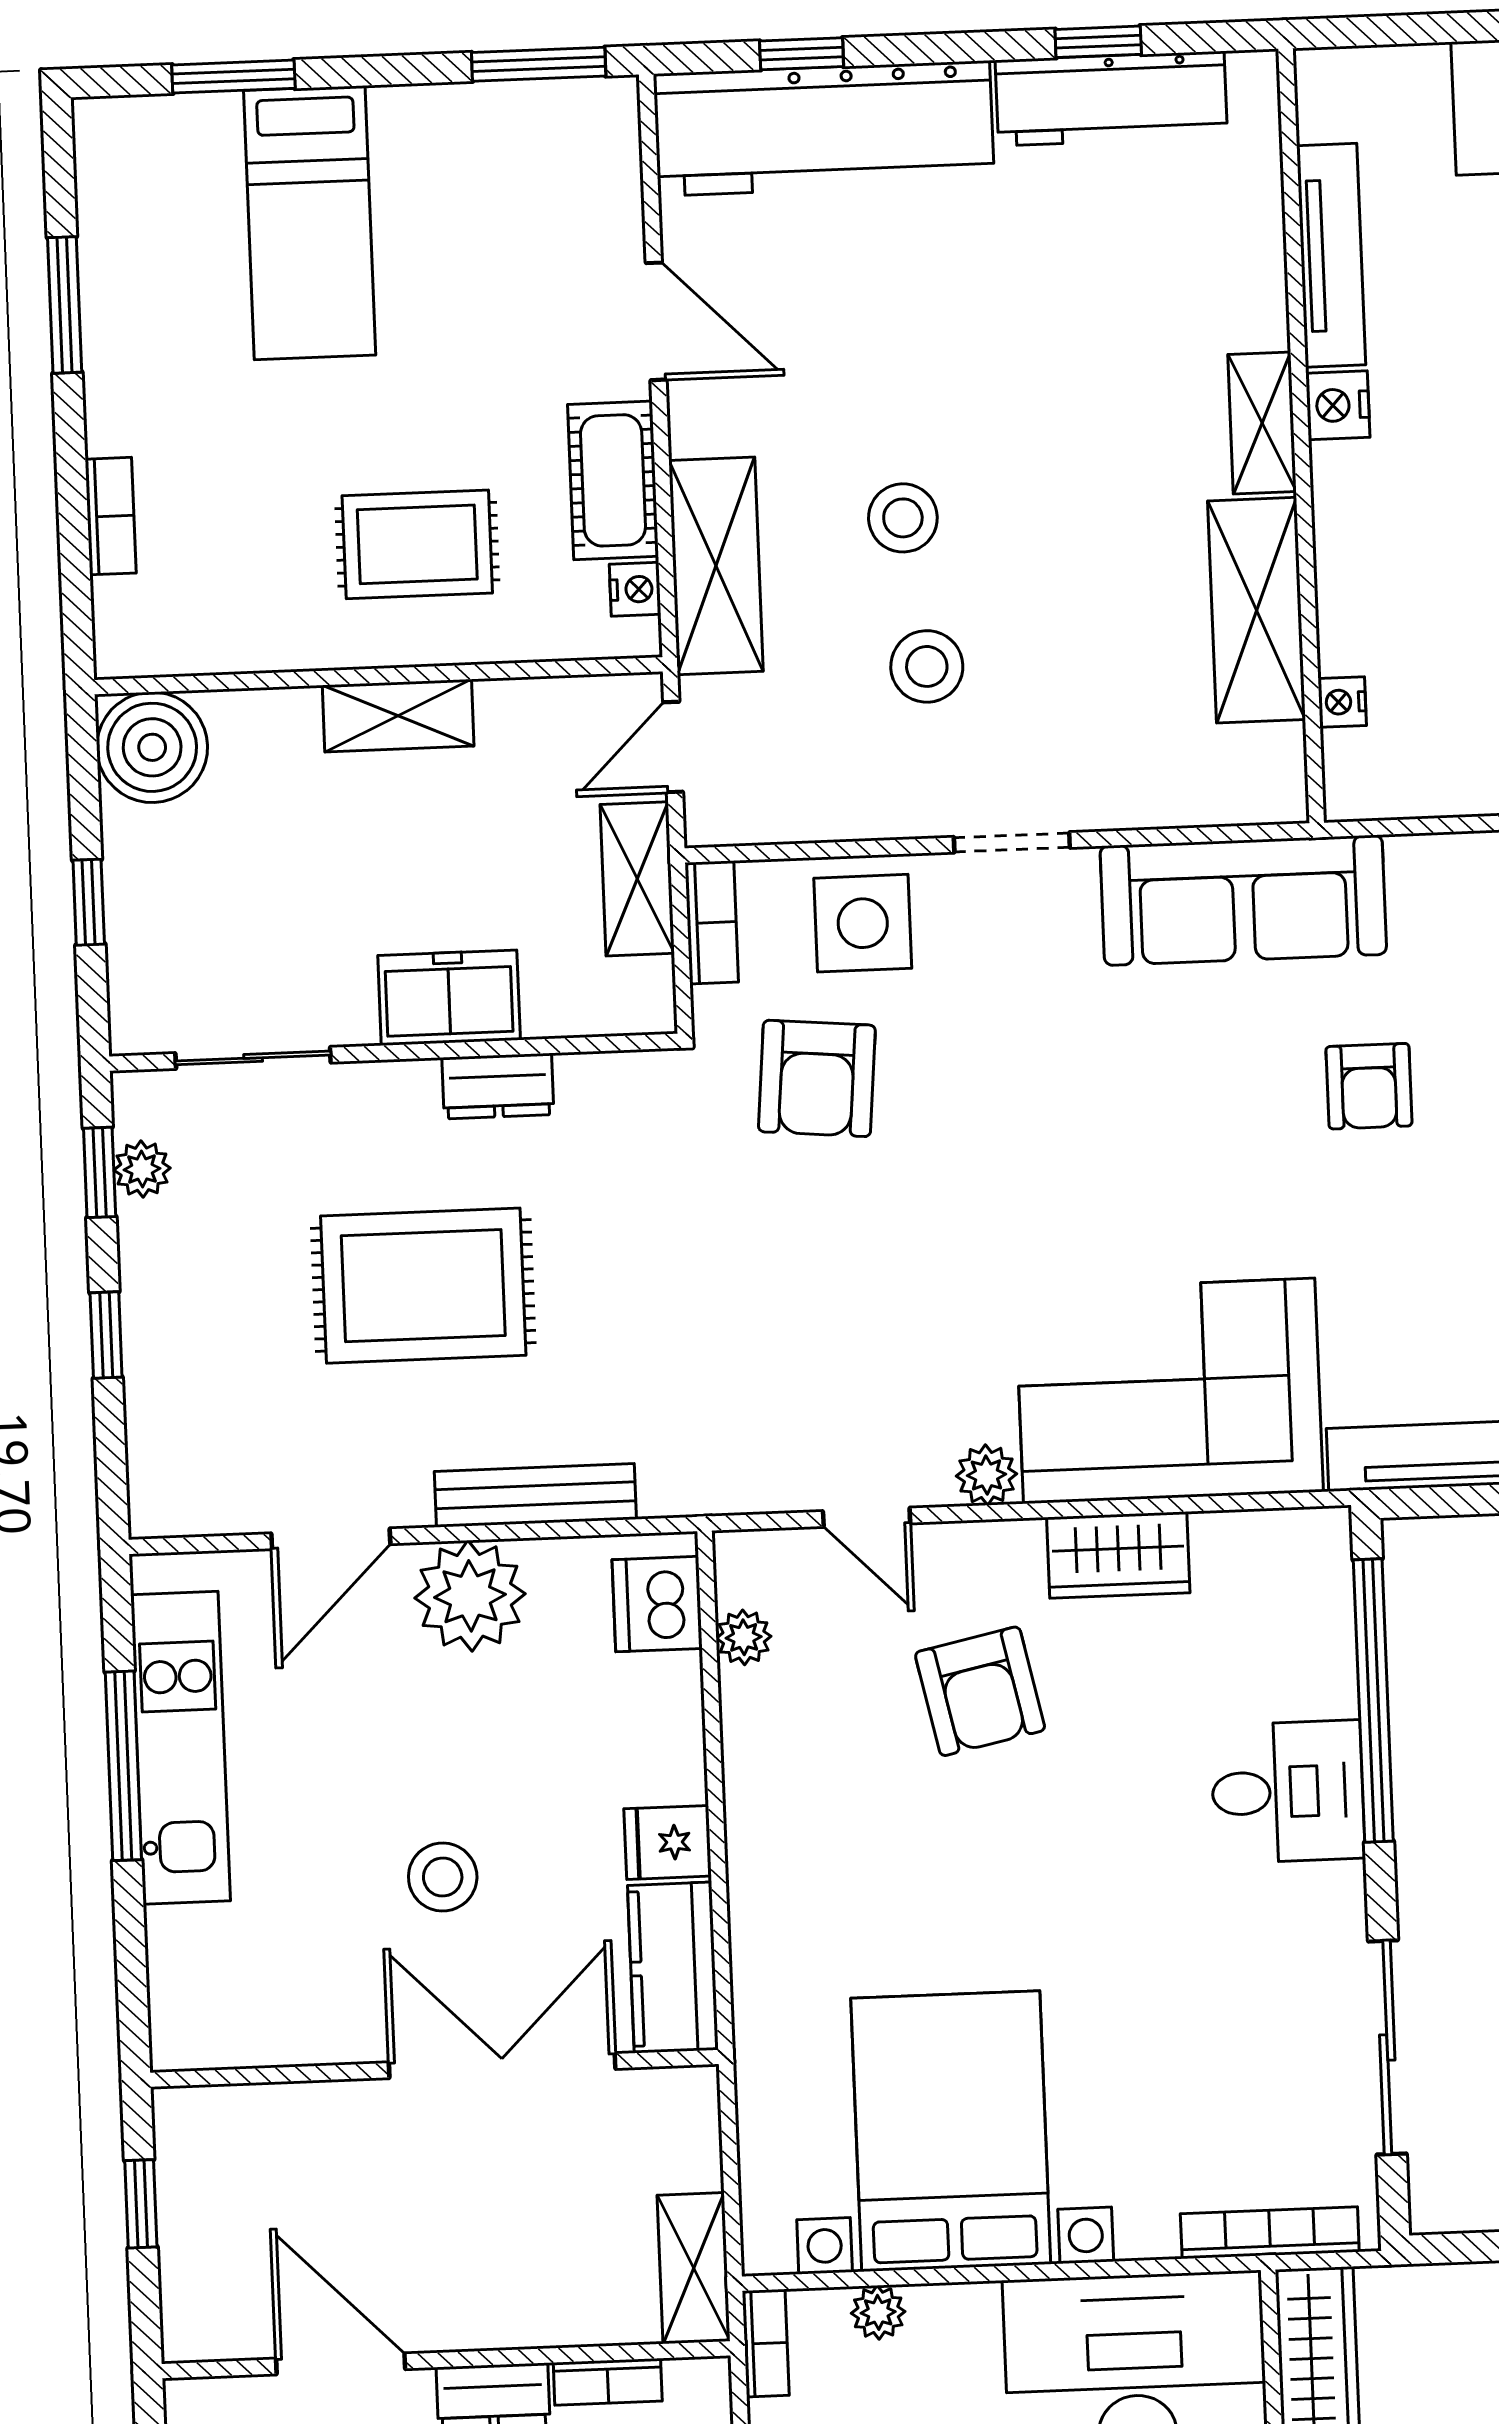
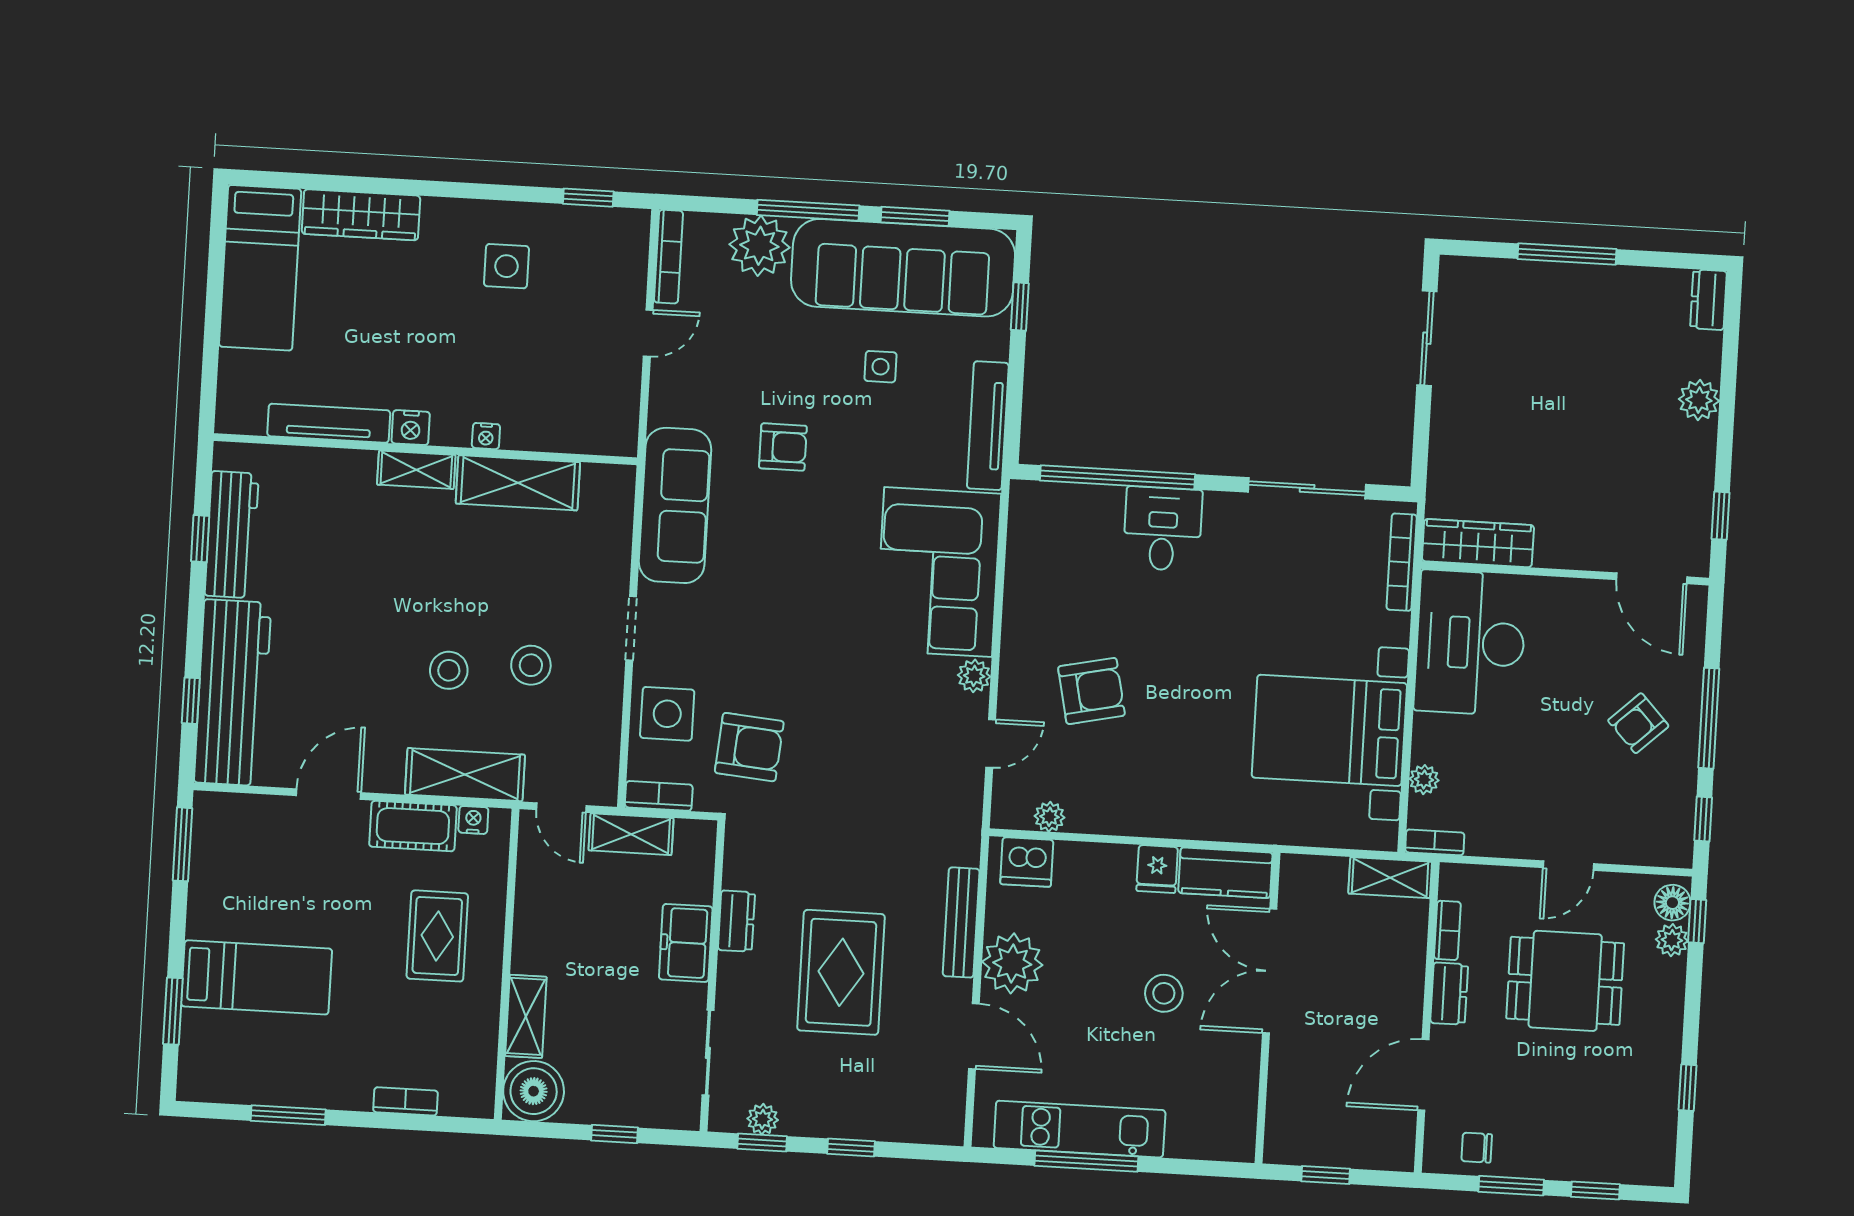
nightstand: (1342, 702) -> (486, 436), moved
shelving: (398, 716) -> (526, 1016), moved
wardrobe: (1118, 1555) -> (1025, 608), removed

